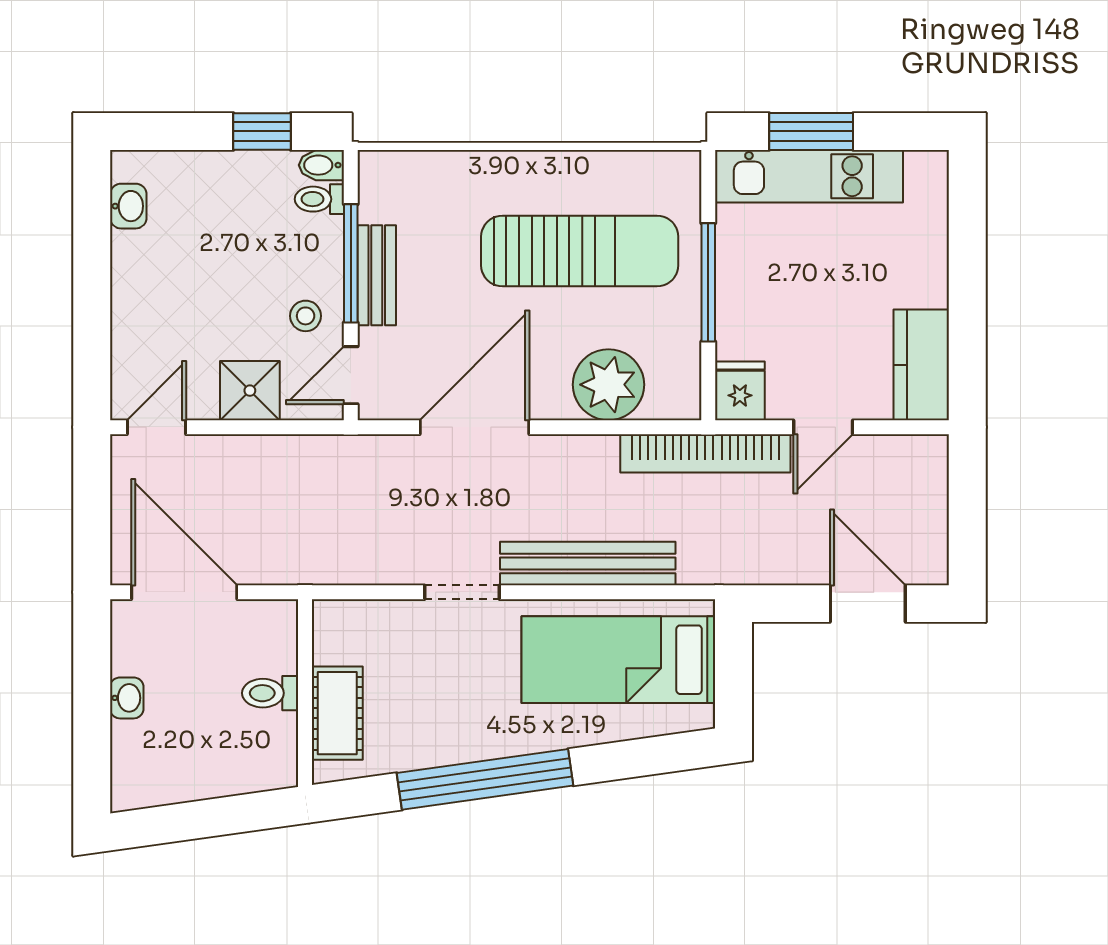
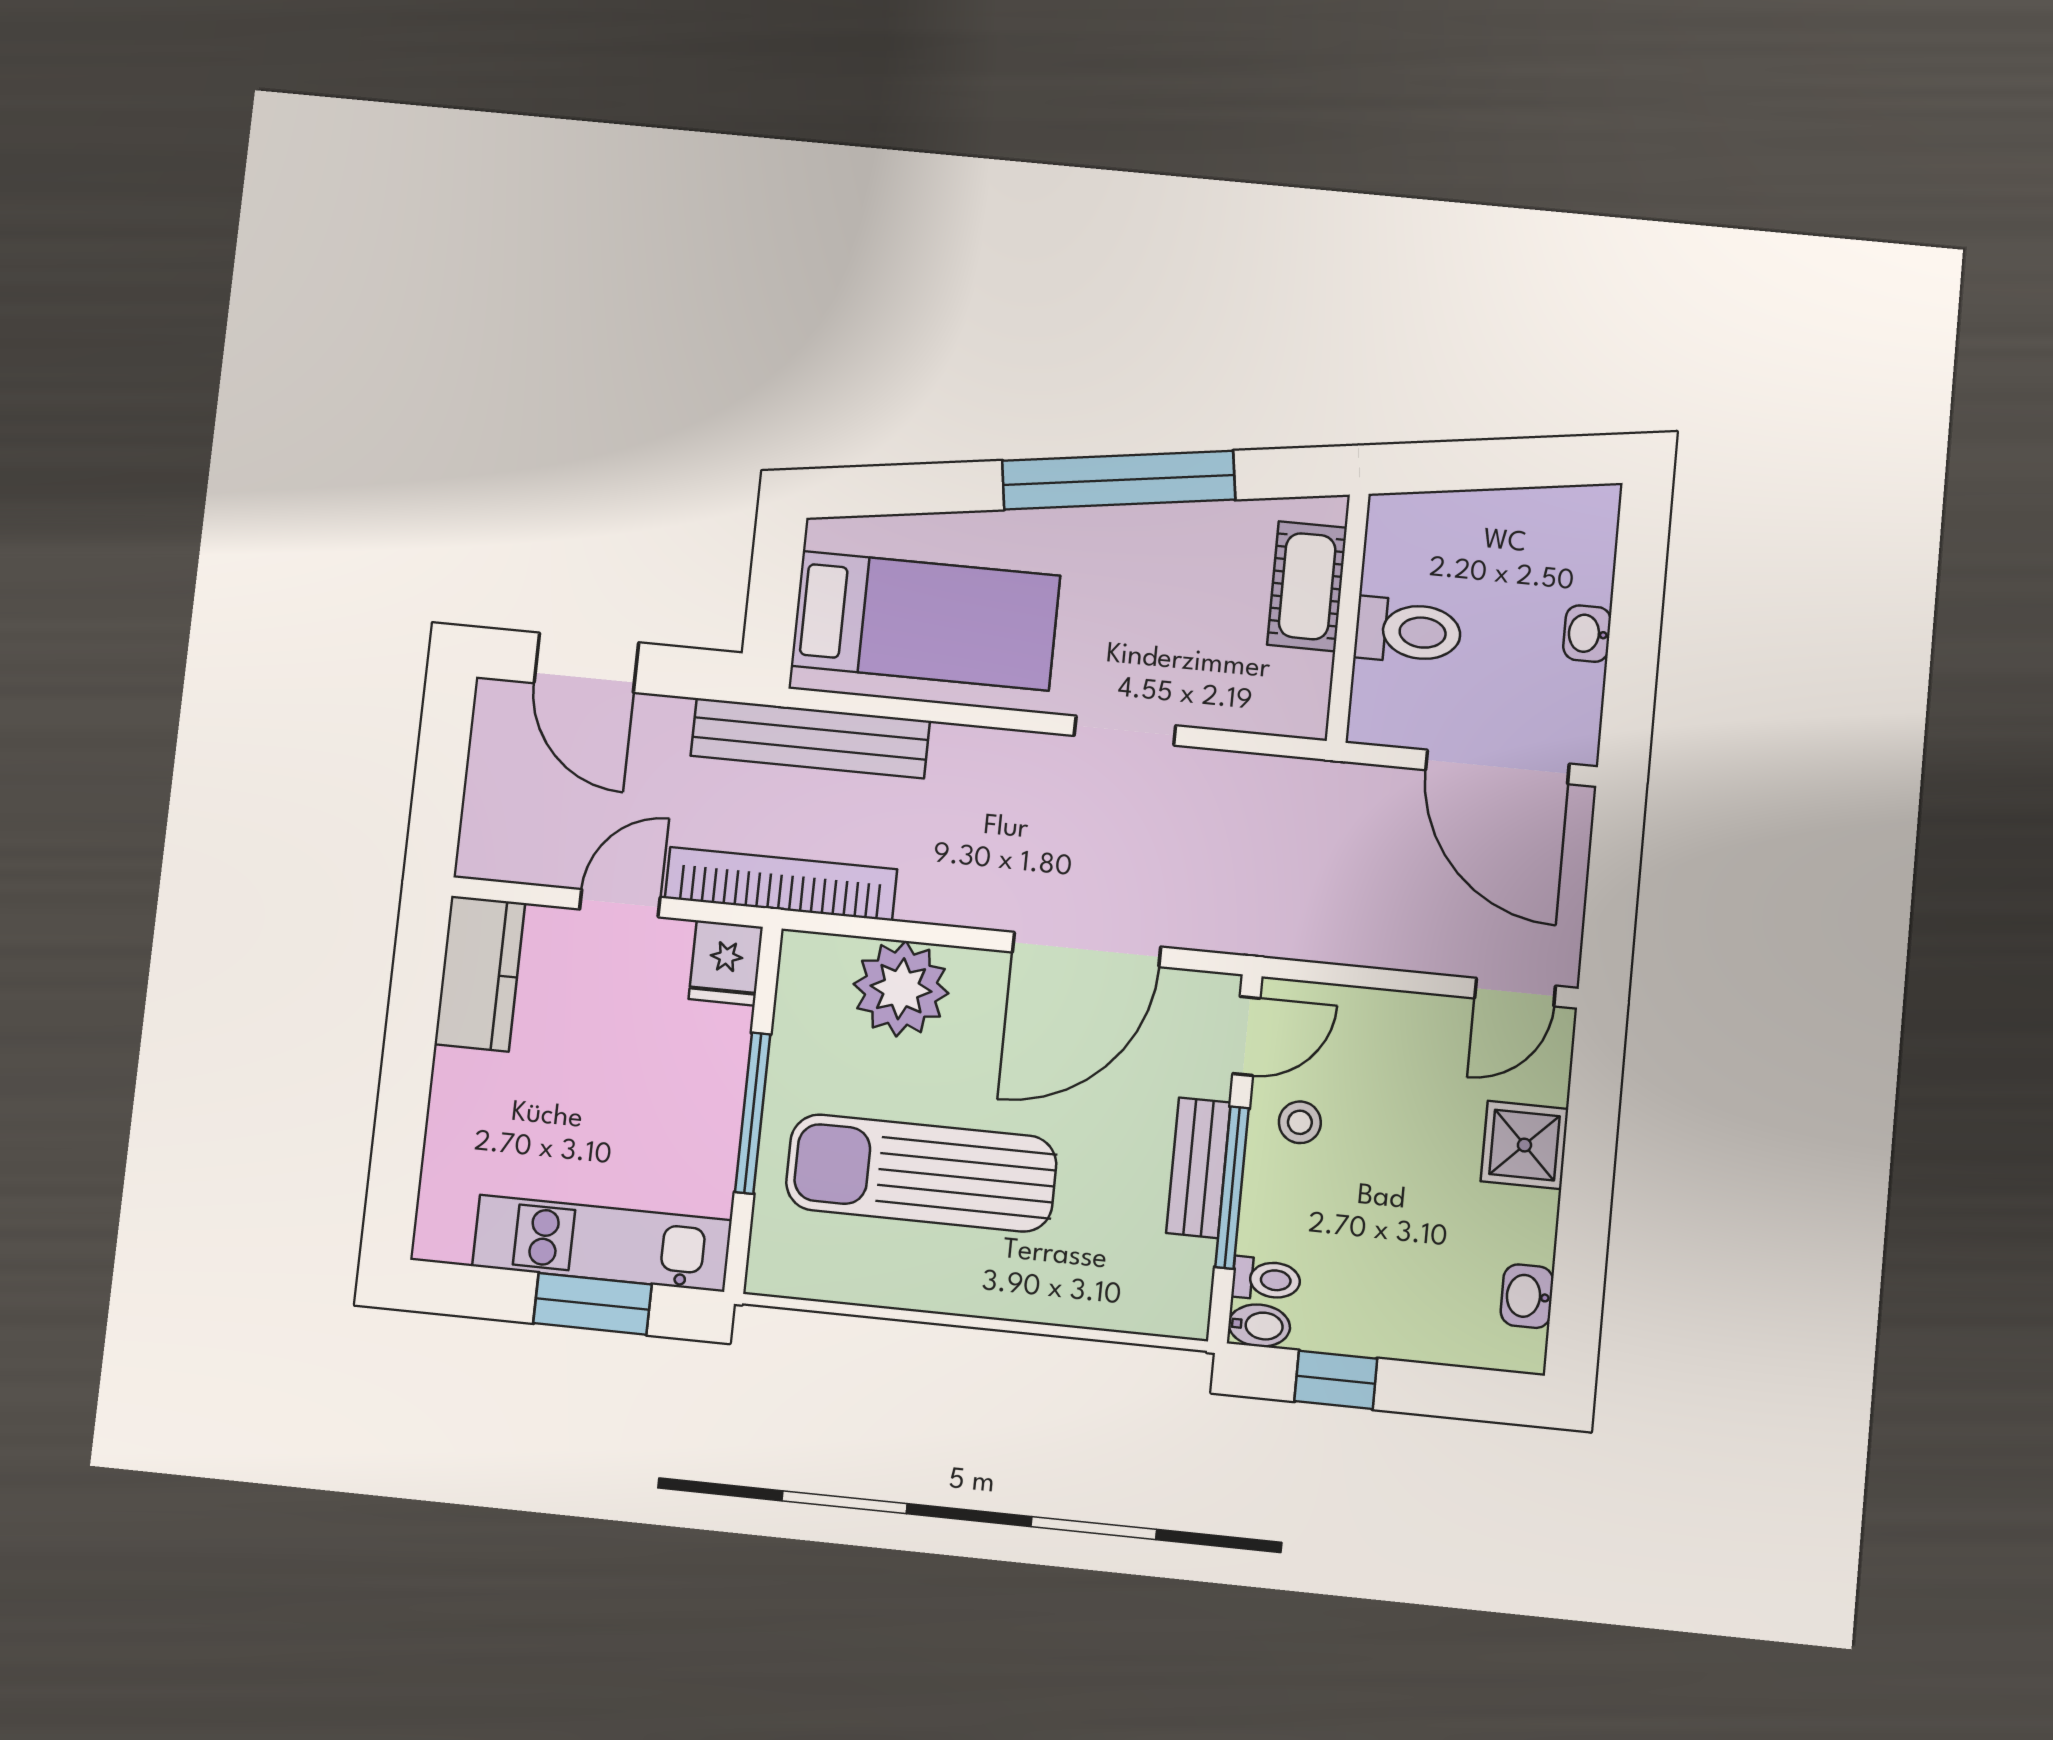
shower: (250, 391) -> (1524, 1145), moved
bench: (588, 563) -> (810, 738), moved
toilet: (270, 693) -> (1408, 631), width x1.37, depth x1.39

